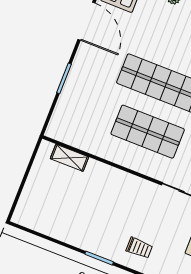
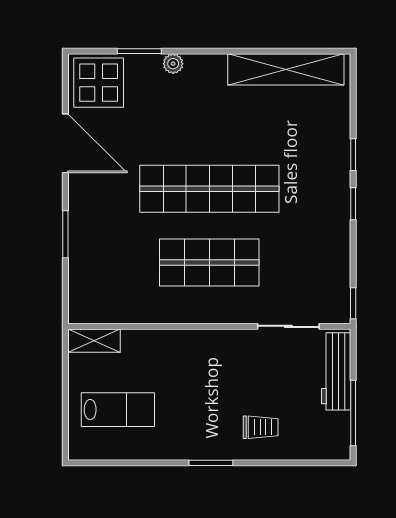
shelving: (69, 158) -> (94, 341), moved
lab bench: (54, 202) -> (118, 410), added

